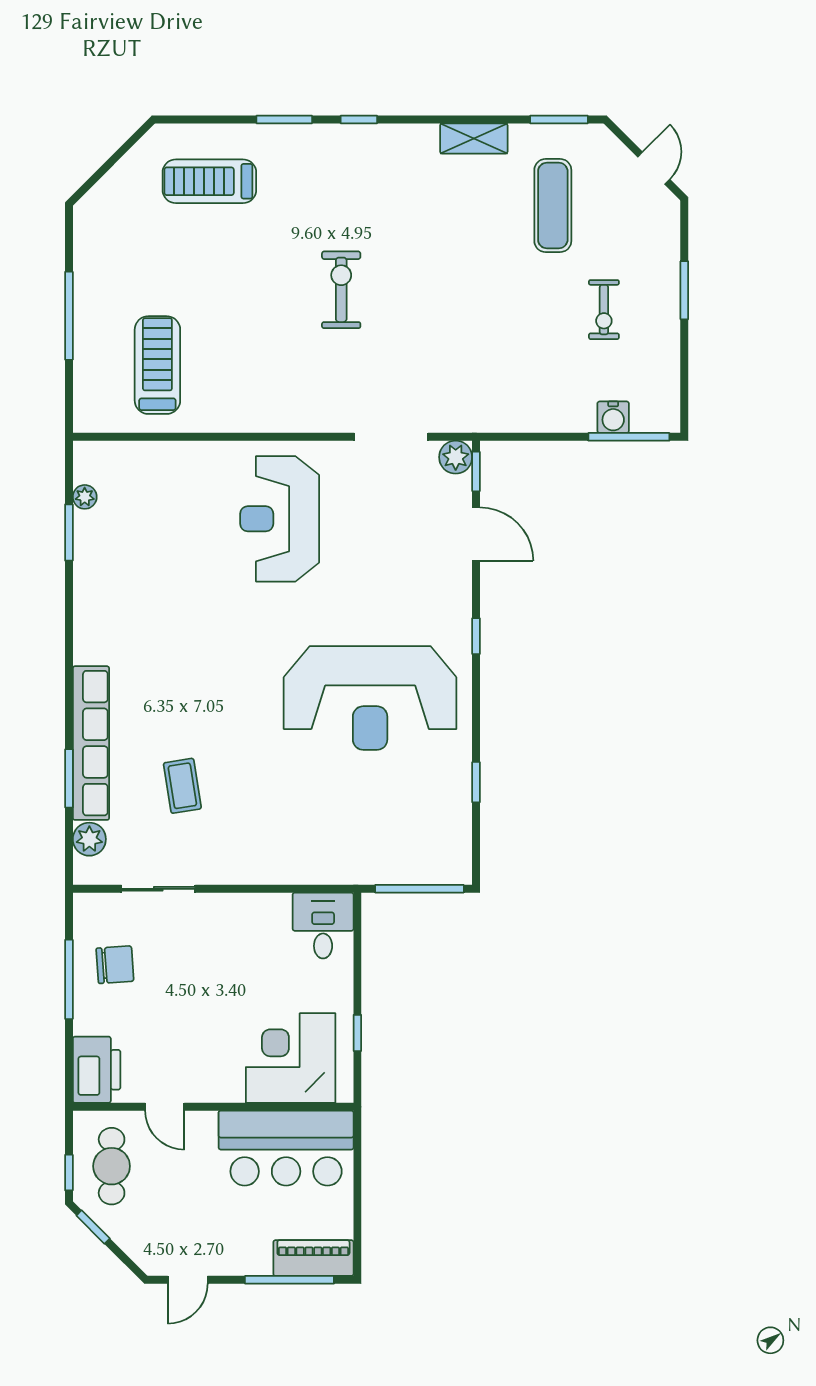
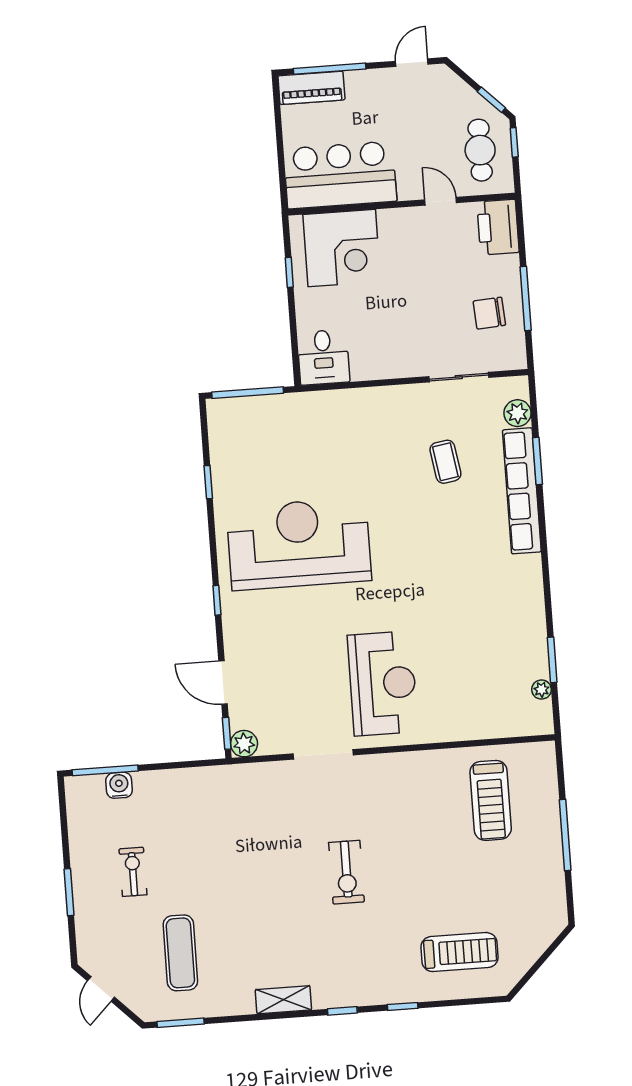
window: (284, 119) -> (403, 1006), width x0.67
shelving: (474, 139) -> (283, 1000), moved
doorway: (391, 437) -> (323, 754), moved

